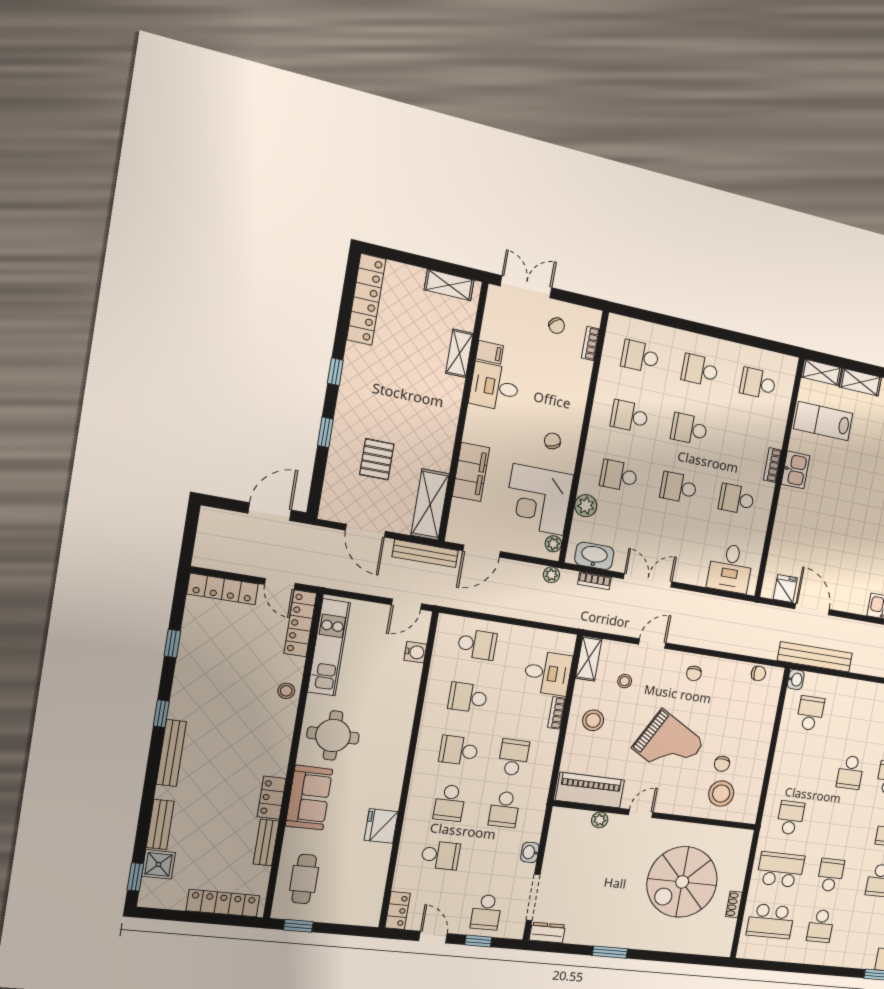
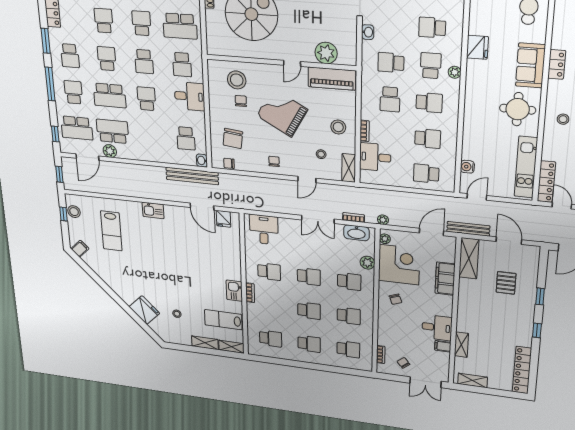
lab bench: (823, 421) -> (223, 320), turned 180
stool: (286, 691) -> (563, 119), moved
chair: (745, 710) -> (233, 138), added
desk: (791, 773) -> (190, 96), added
plant: (417, 792) -> (455, 72), added
school desk: (504, 809) -> (391, 63), turned -90
plant: (600, 820) -> (326, 53), width x1.88, depth x1.88
school desk: (840, 824) -> (144, 62), added
bench: (266, 843) -> (558, 32), removed
school desk: (830, 875) -> (141, 23), turned 180

